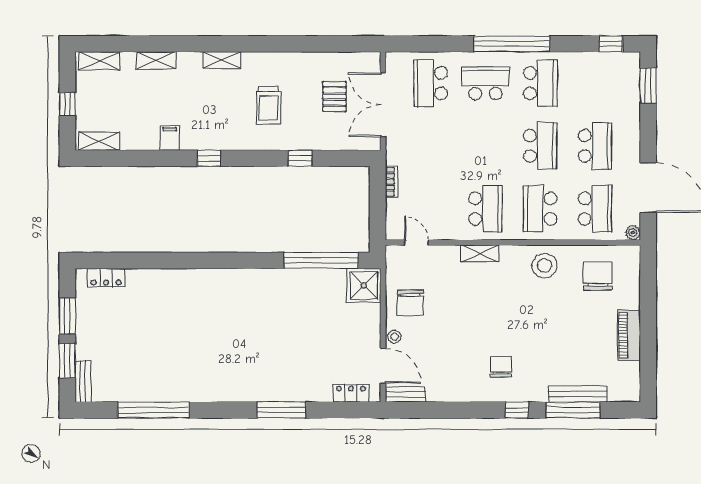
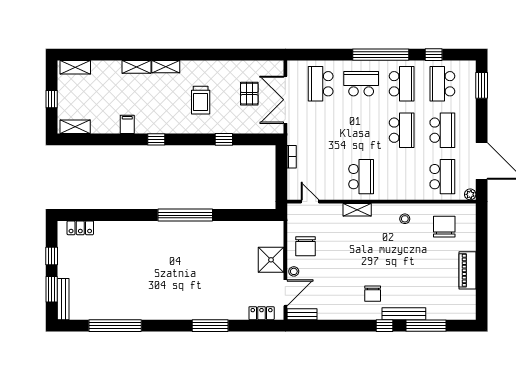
window: (611, 44) -> (434, 55), moved
shelving: (156, 60) -> (137, 67), moved
school desk: (540, 209) -> (442, 84), moved
window: (321, 260) -> (185, 215), moved
stool: (544, 266) -> (405, 219), width x0.53, depth x0.53
shower: (364, 285) -> (271, 260), moved
window: (67, 316) -> (52, 256), width x0.67
door: (383, 366) -> (285, 293), hinge flipped
chair: (501, 367) -> (373, 294), turned 180
bench: (83, 382) -> (63, 299), width x1.36
bench: (578, 394) -> (404, 314), moved

